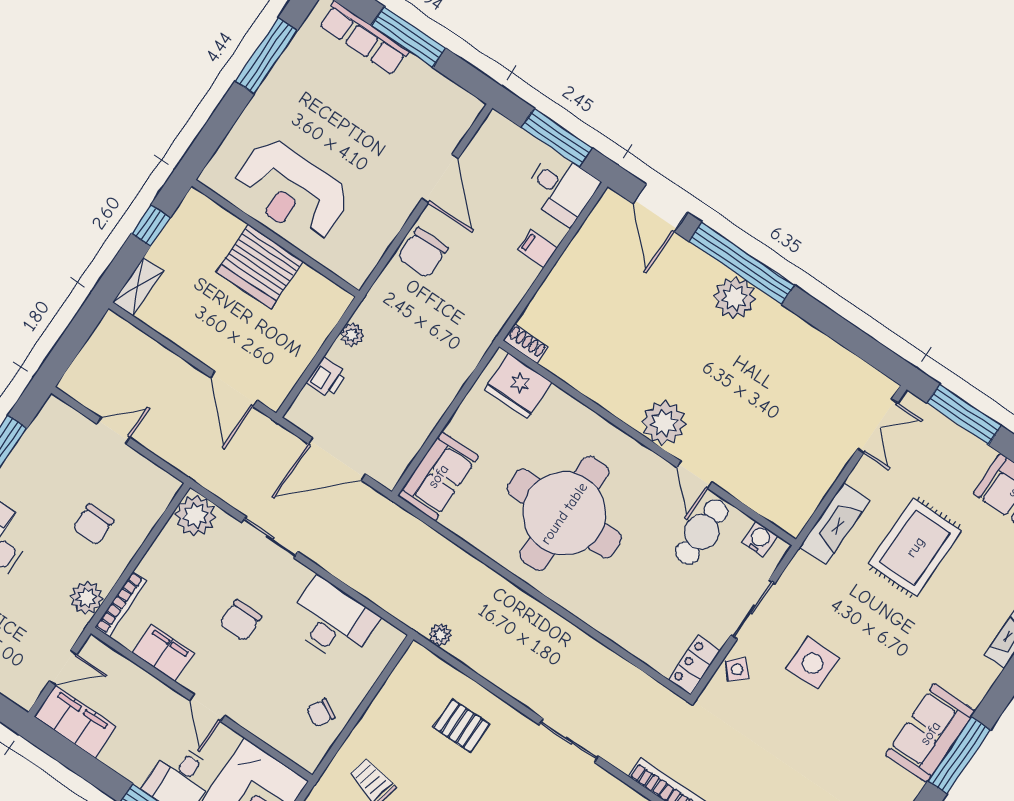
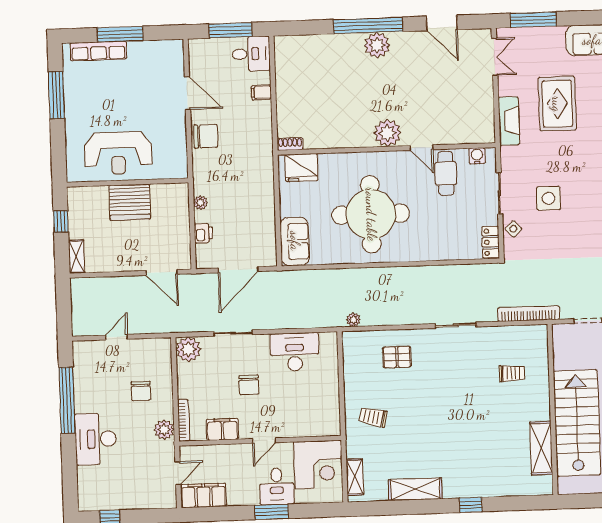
door: (660, 208) -> (442, 23), moved
chair: (423, 253) -> (206, 136), turned -90
door: (207, 708) -> (264, 441), hinge flipped
chair: (321, 713) -> (322, 402), removed

